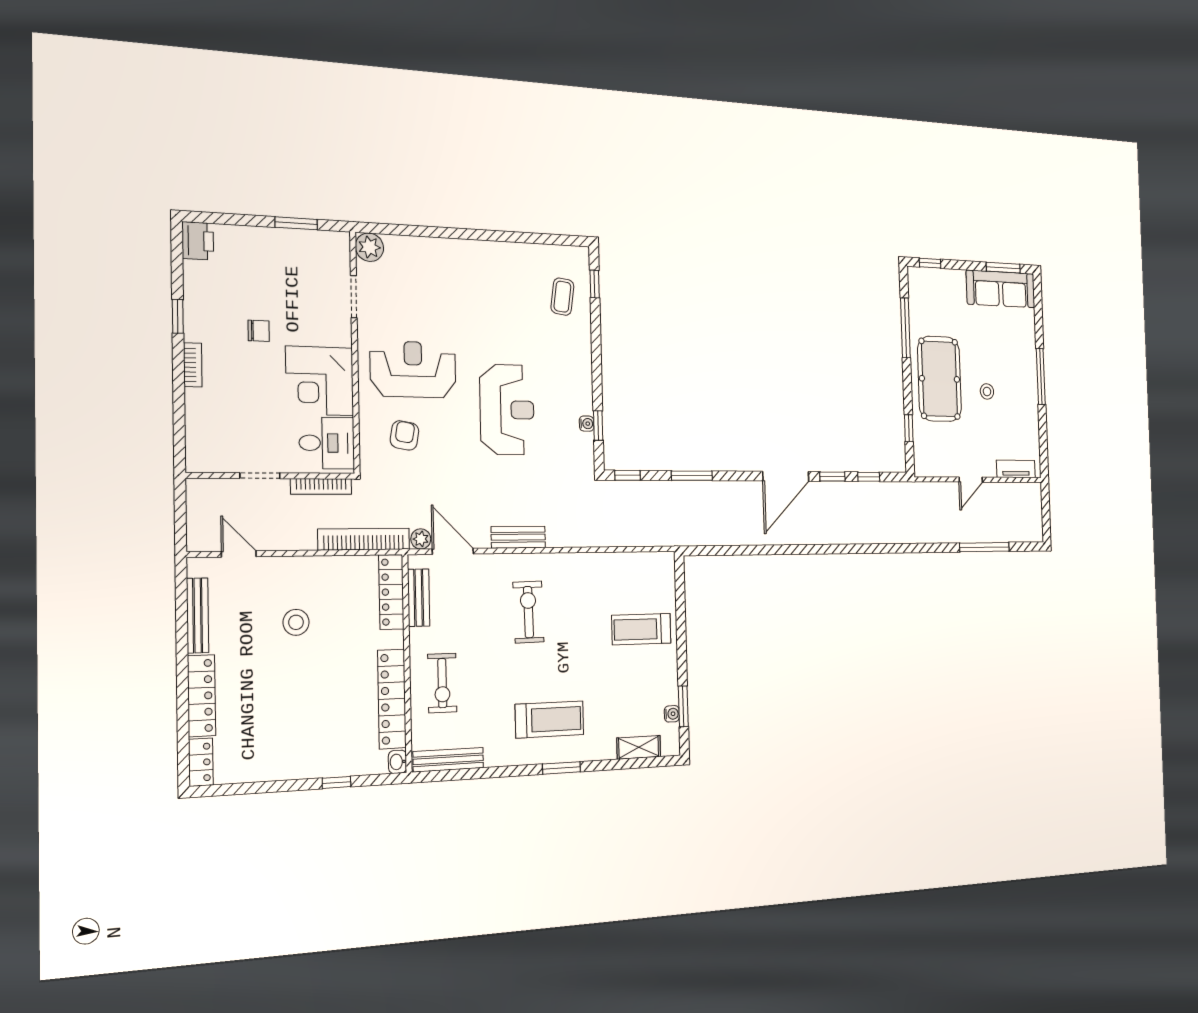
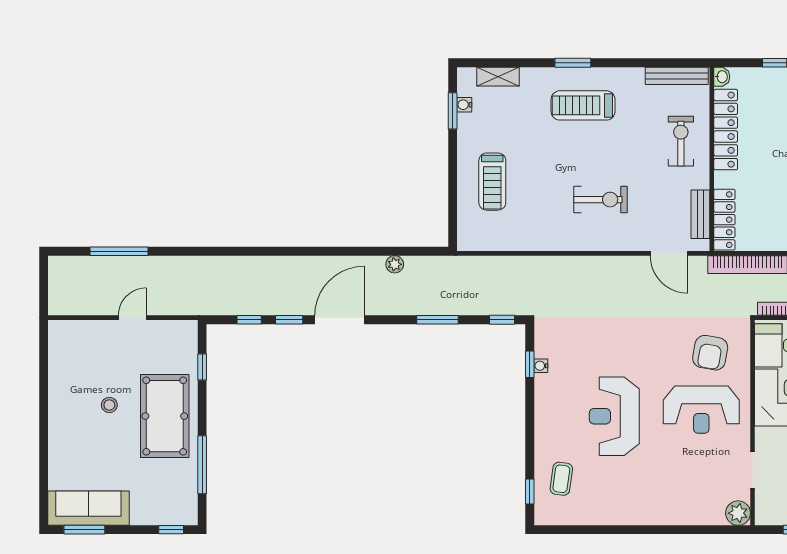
window: (1041, 376) -> (44, 422), removed
reception desk: (507, 410) -> (614, 416), moved
armchair: (404, 435) -> (710, 353), width x1.38, depth x1.38
tv unit: (1016, 469) -> (78, 329), removed
bench: (518, 537) -> (608, 265), removed
plant: (421, 539) -> (395, 264), moved
exercise bike: (528, 612) -> (601, 200), turned -89
treadmill: (641, 629) -> (492, 182), turned 90

